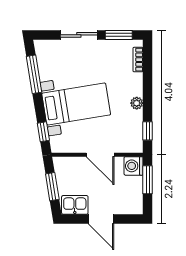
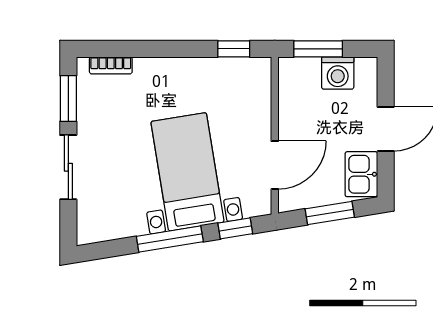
window: (34, 74) -> (170, 239), moved
plant: (137, 103) -> (186, 68), removed
door: (100, 155) -> (275, 165), moved
washing machine: (134, 166) -> (338, 73), moved

